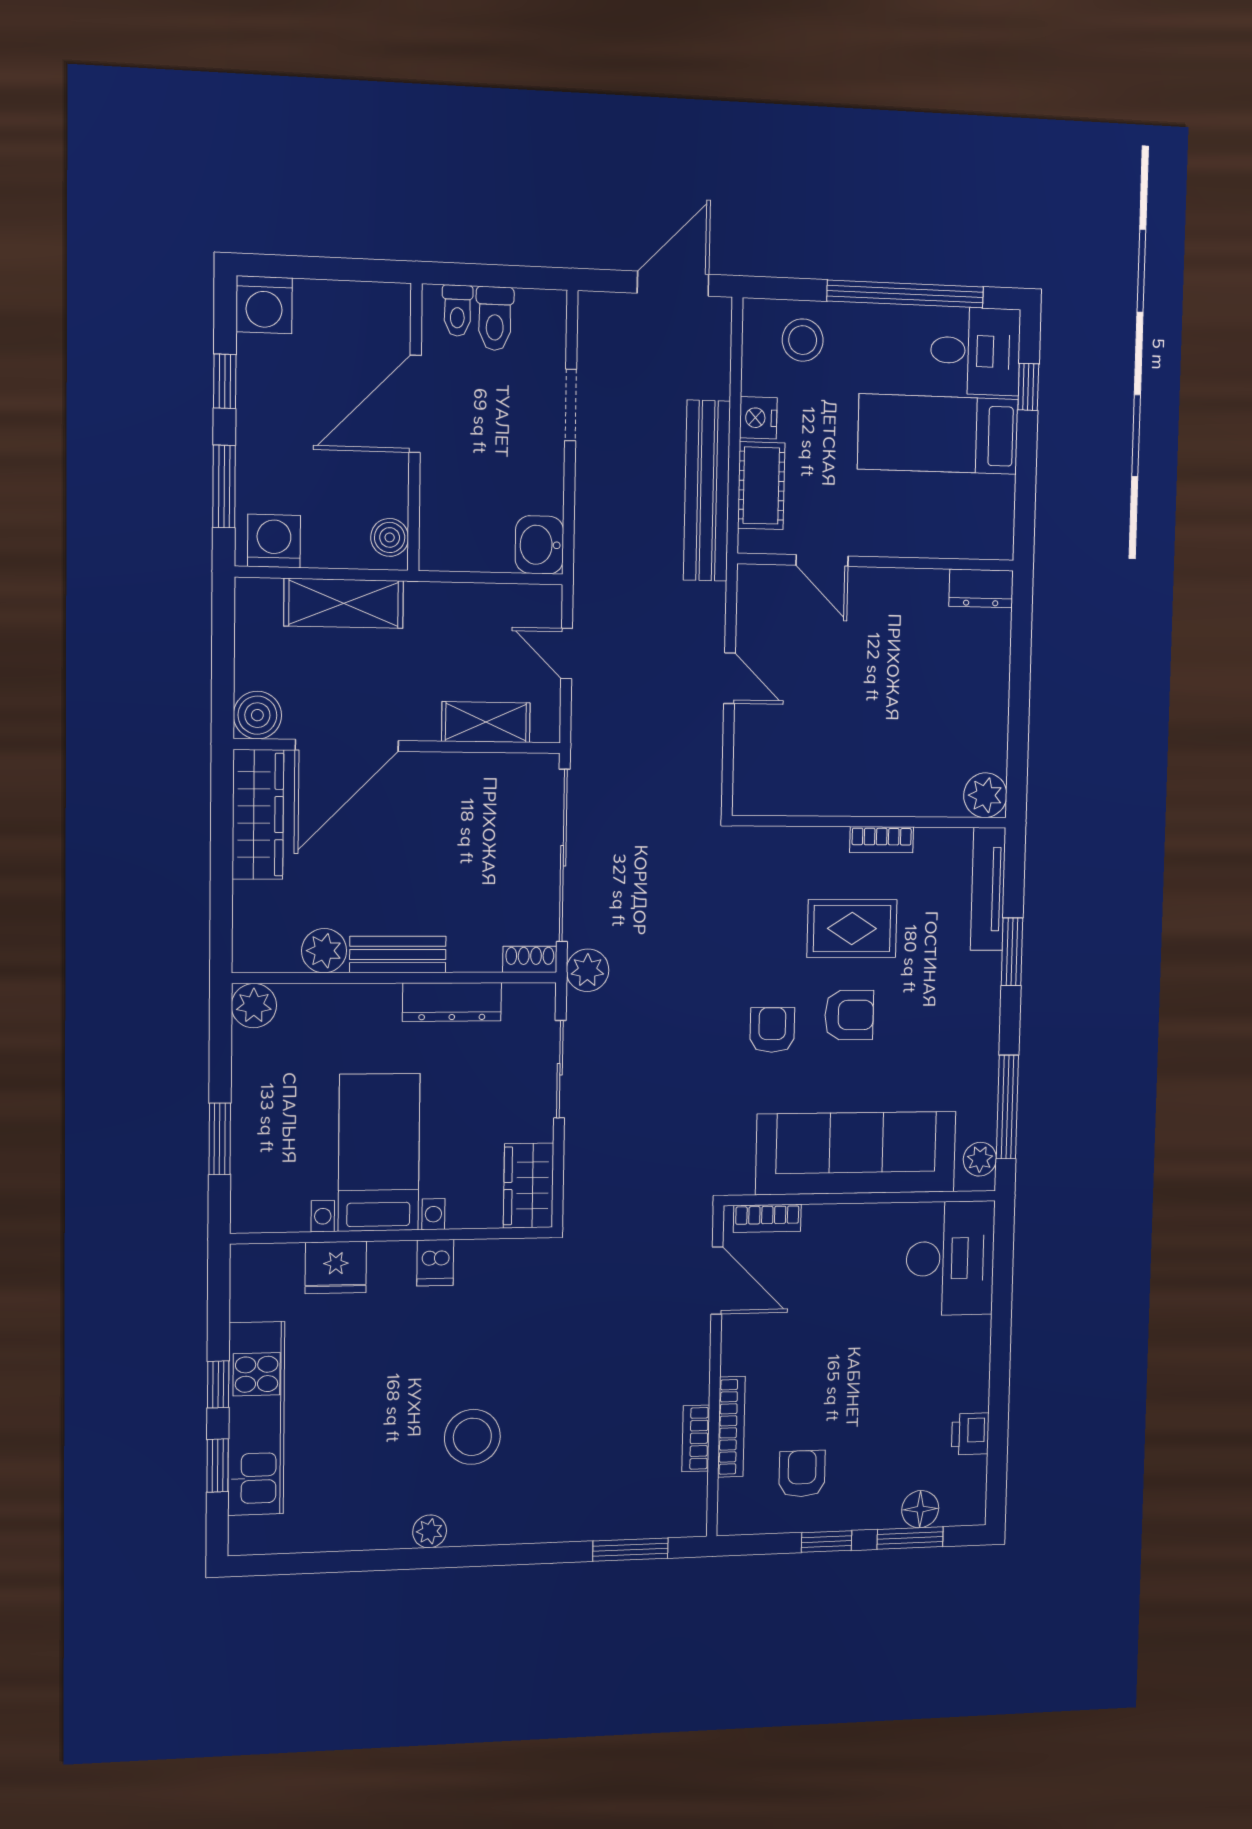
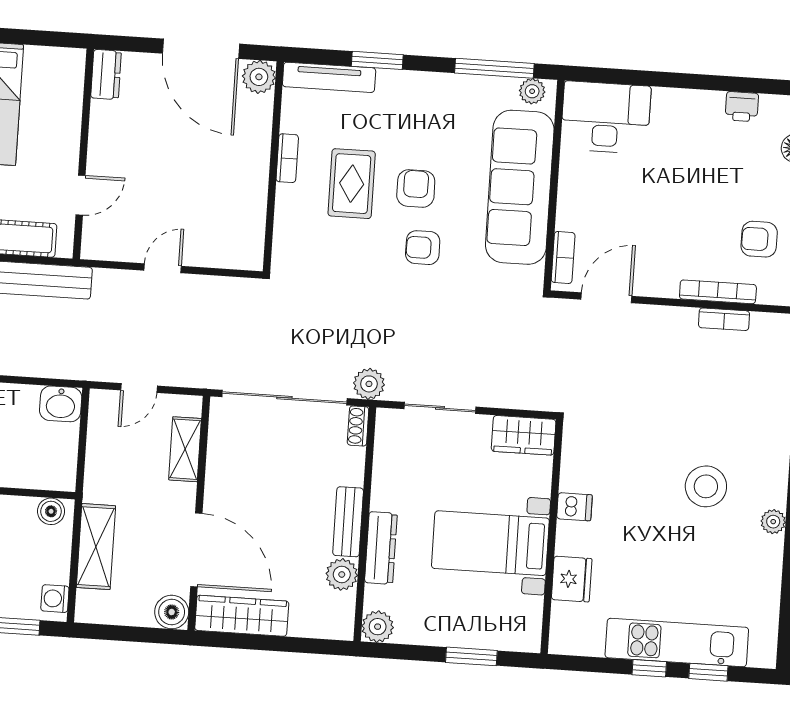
washing machine: (274, 541) -> (55, 599), width x0.73, depth x0.73
door: (1019, 715) -> (201, 49), added
dresser: (452, 1002) -> (381, 548), moved

